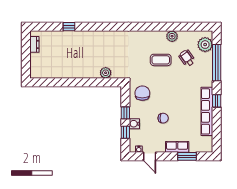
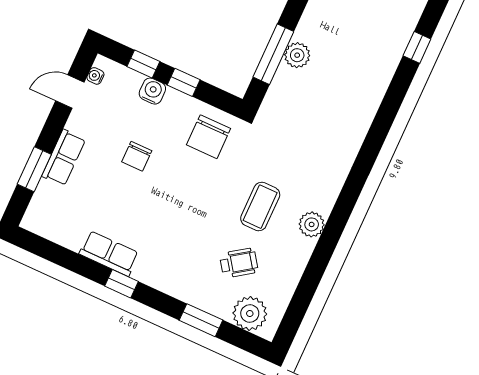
plant: (172, 36) -> (312, 224), moved
window: (217, 63) -> (201, 320), width x0.47
plant: (106, 73) -> (297, 55), moved
window: (98, 82) -> (273, 54), added
chair: (142, 93) -> (209, 137), turned 90
row of seats: (207, 111) -> (109, 253), width x0.50

